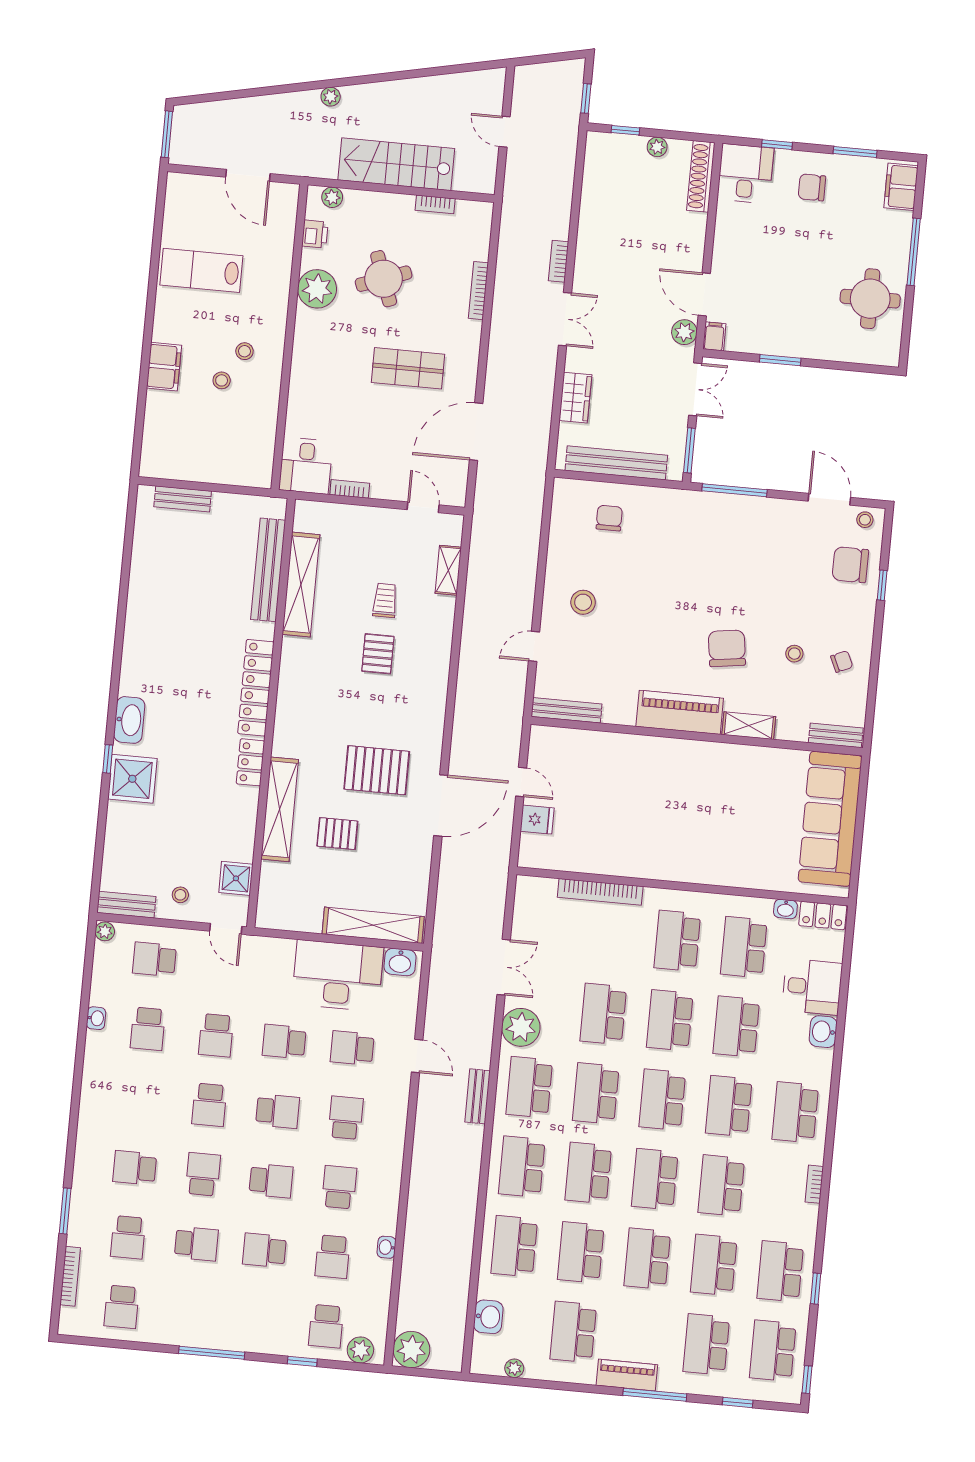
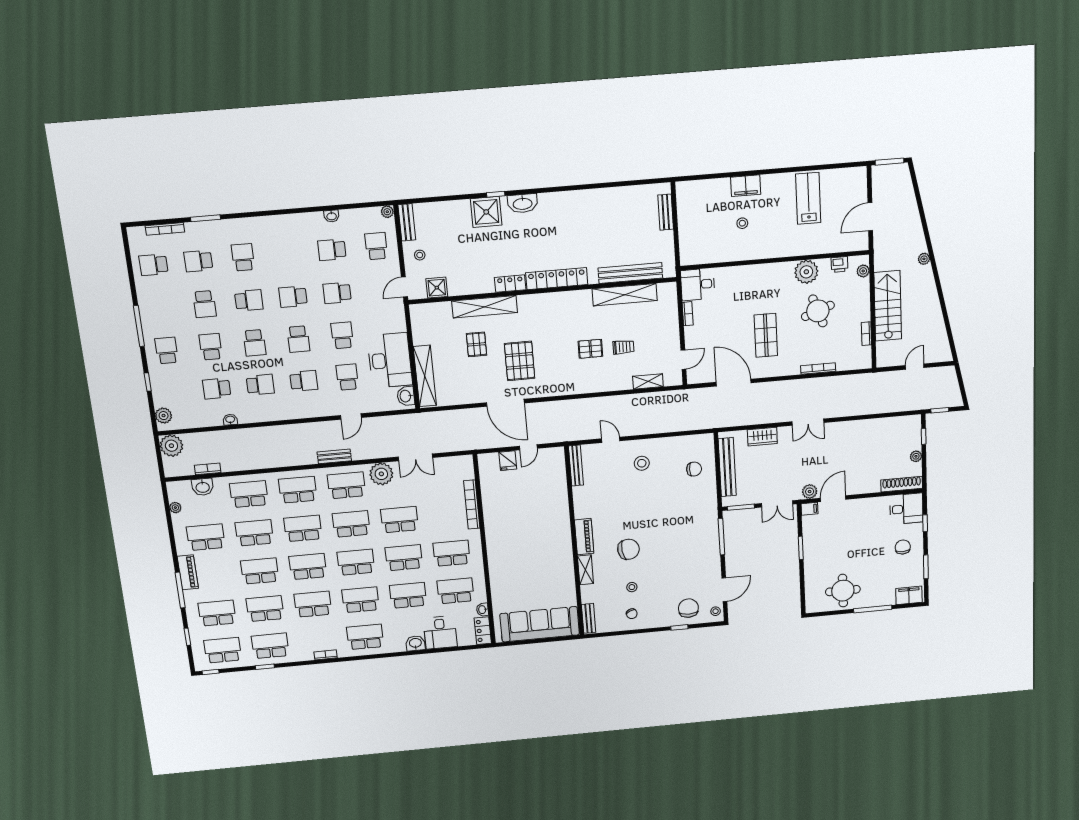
bookcase: (559, 261) -> (208, 469), moved
stool: (244, 351) -> (762, 234), removed
piano: (680, 712) -> (584, 537), width x0.73, depth x0.75
school desk: (326, 1326) -> (167, 350), moved, turned 90

